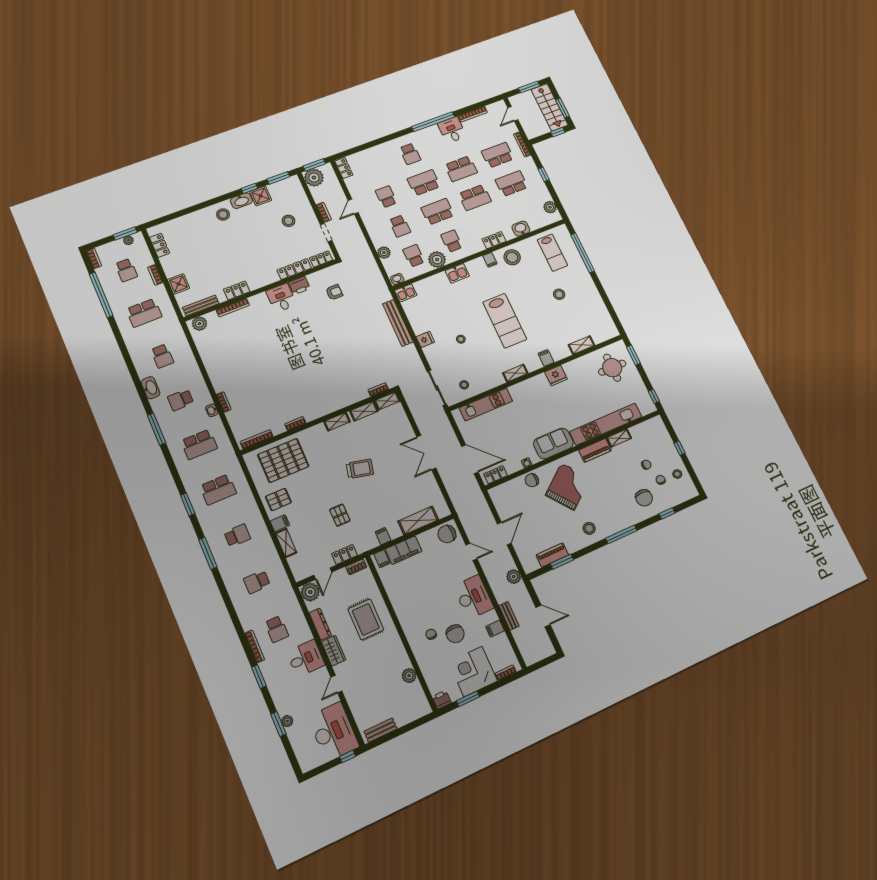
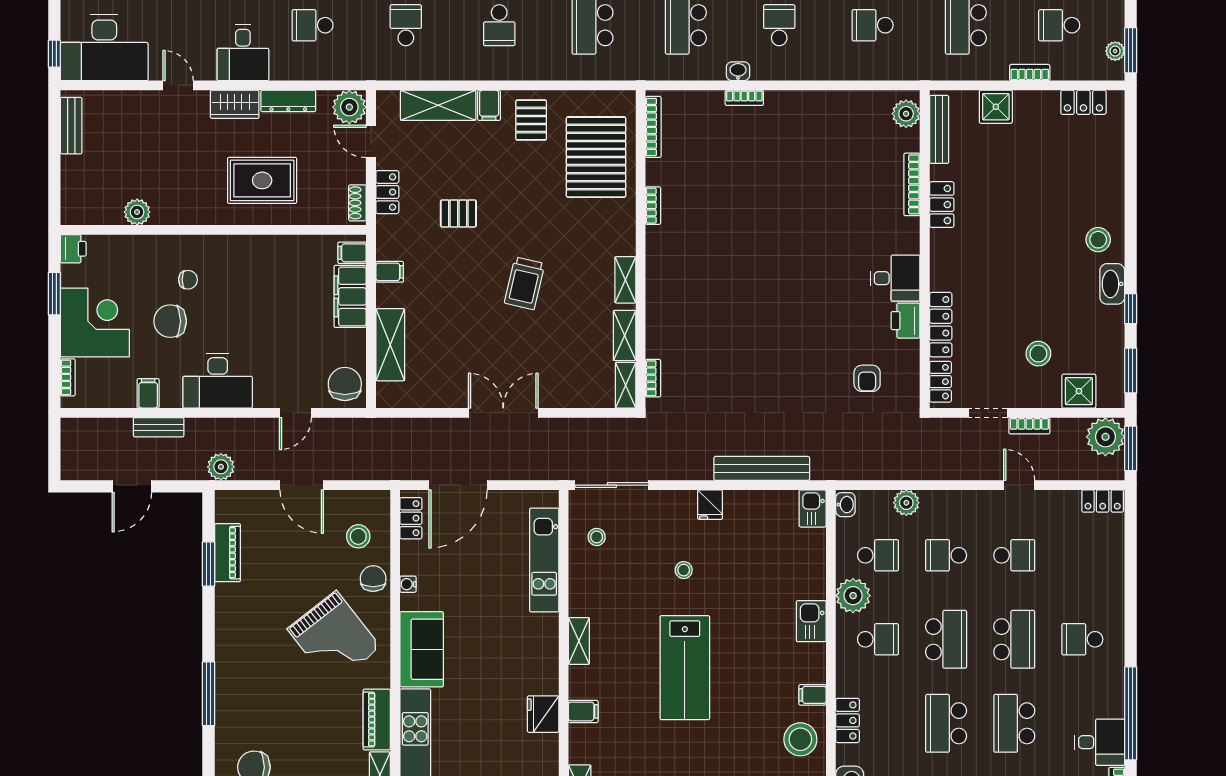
shower: (261, 196) -> (1079, 391), moved
lab bench: (505, 321) -> (685, 668), turned -90
stool: (589, 528) -> (358, 536), moved
shelving: (286, 543) -> (438, 105), width x1.50, depth x1.33

